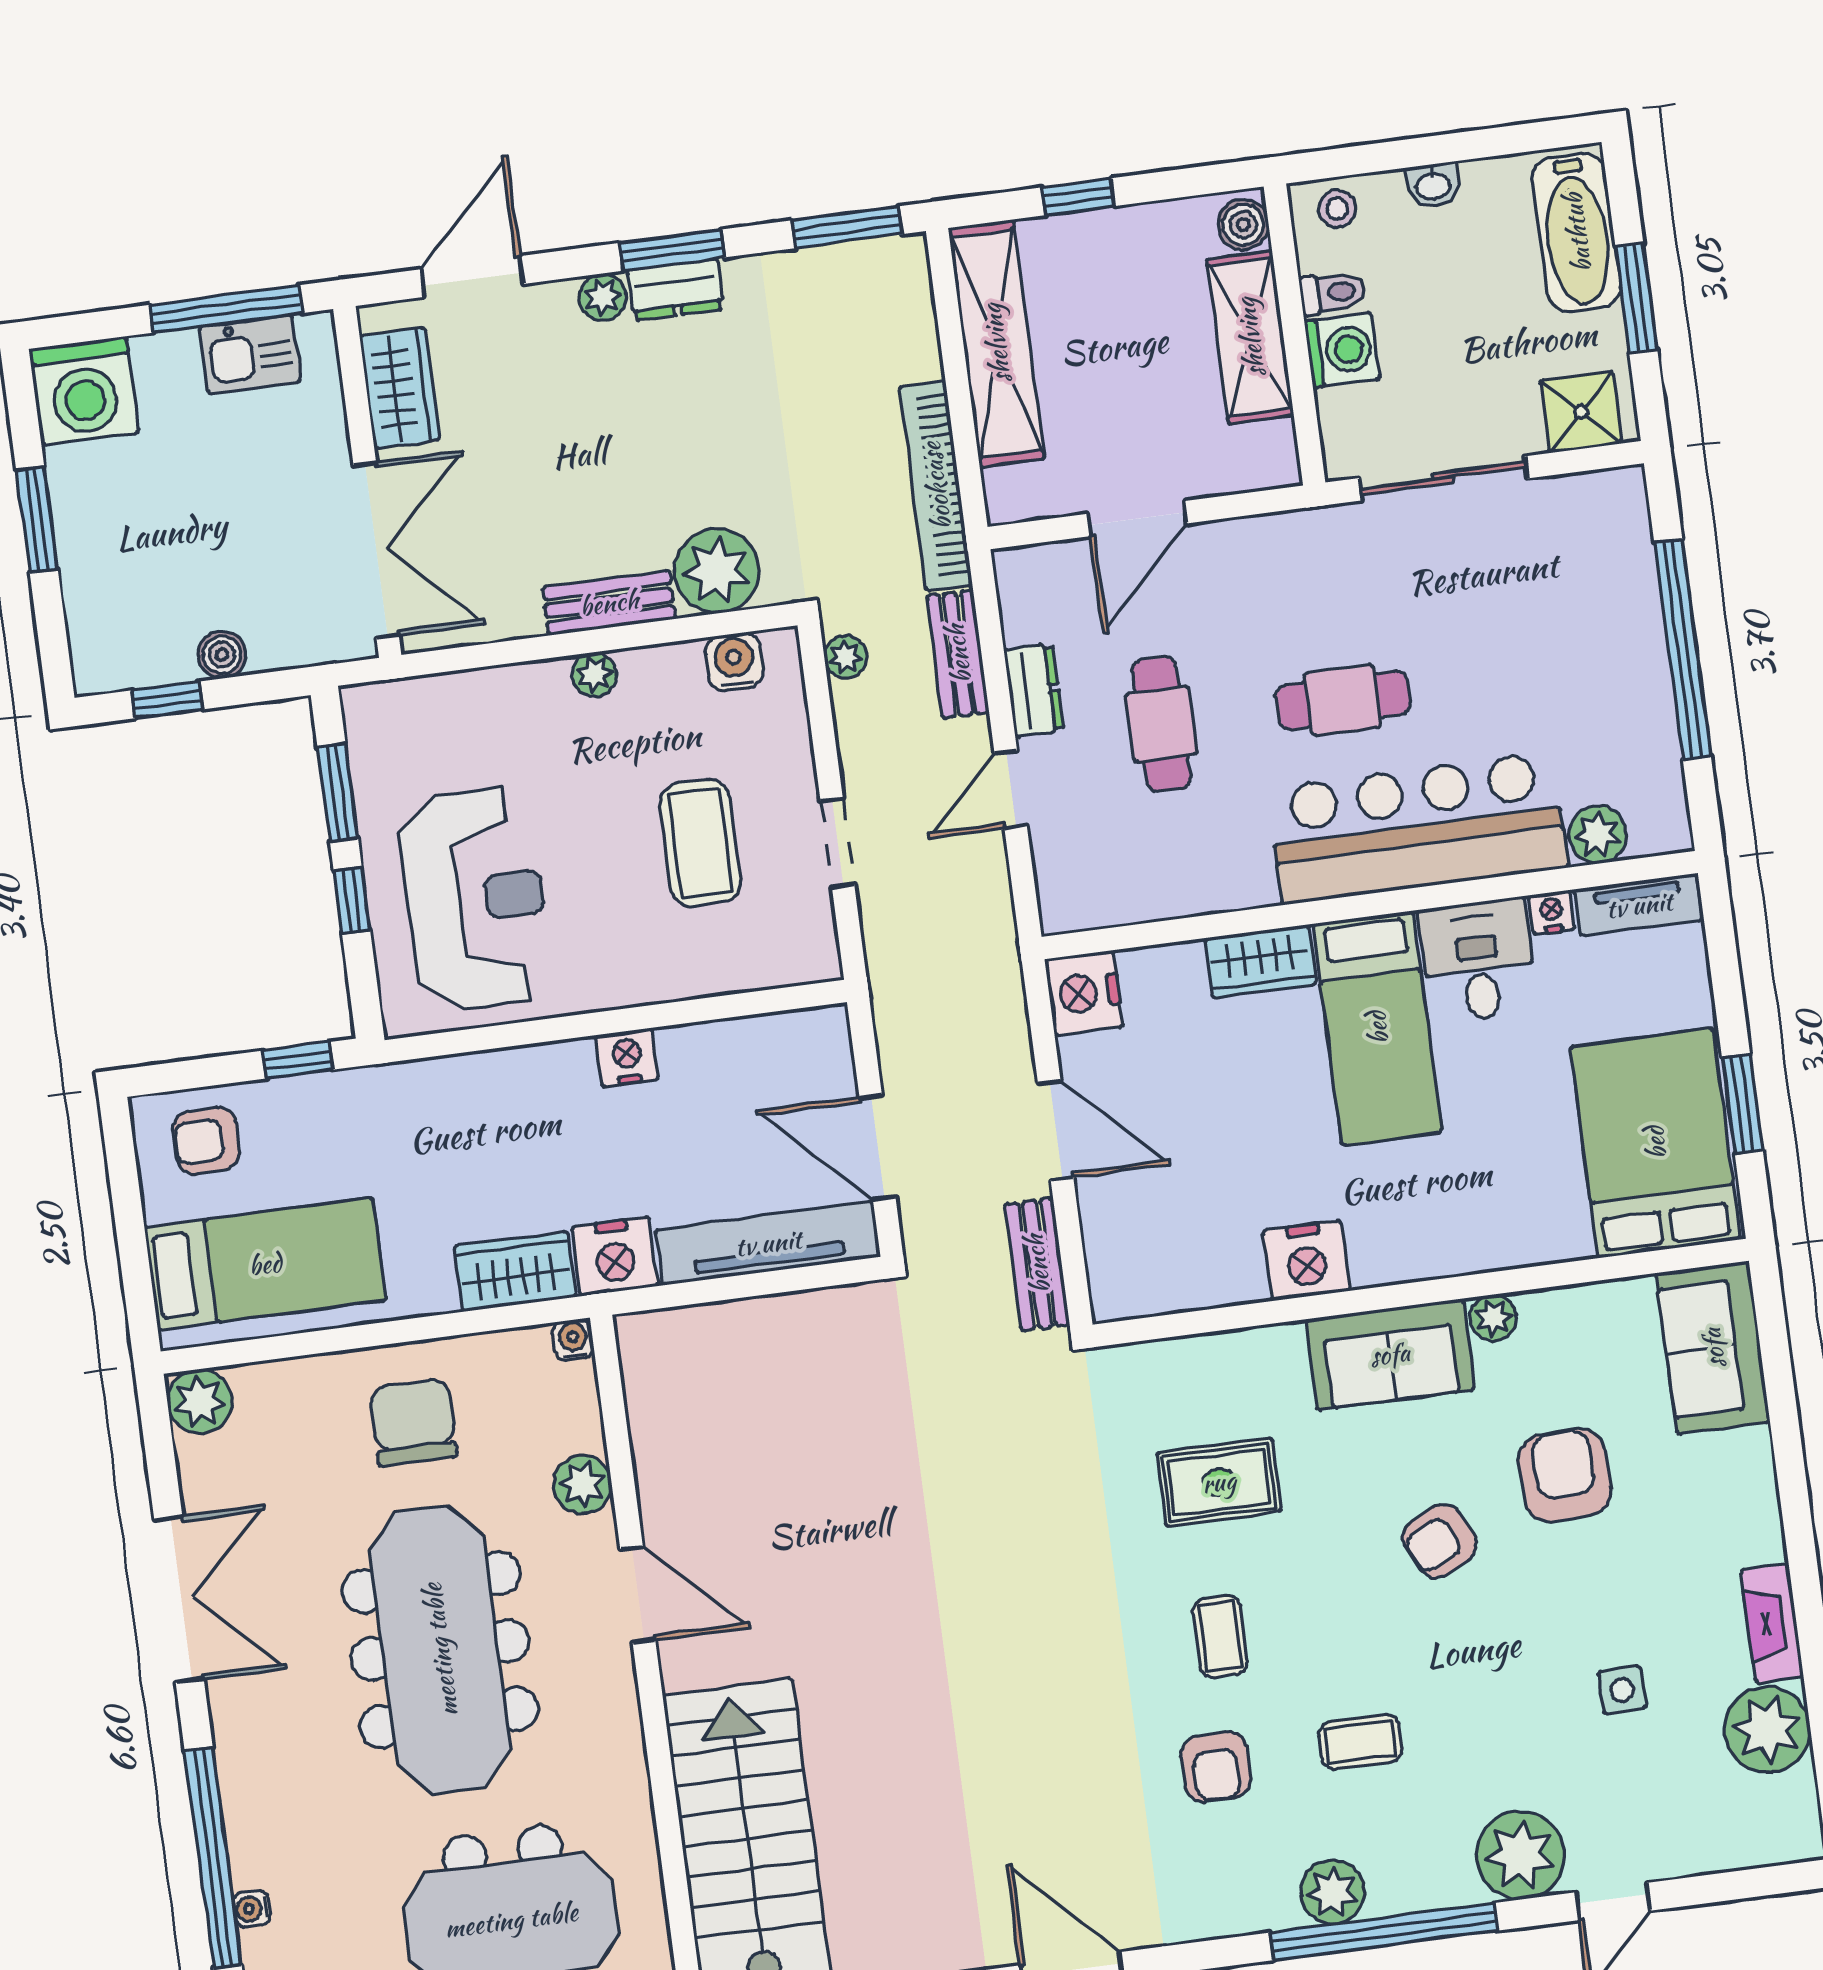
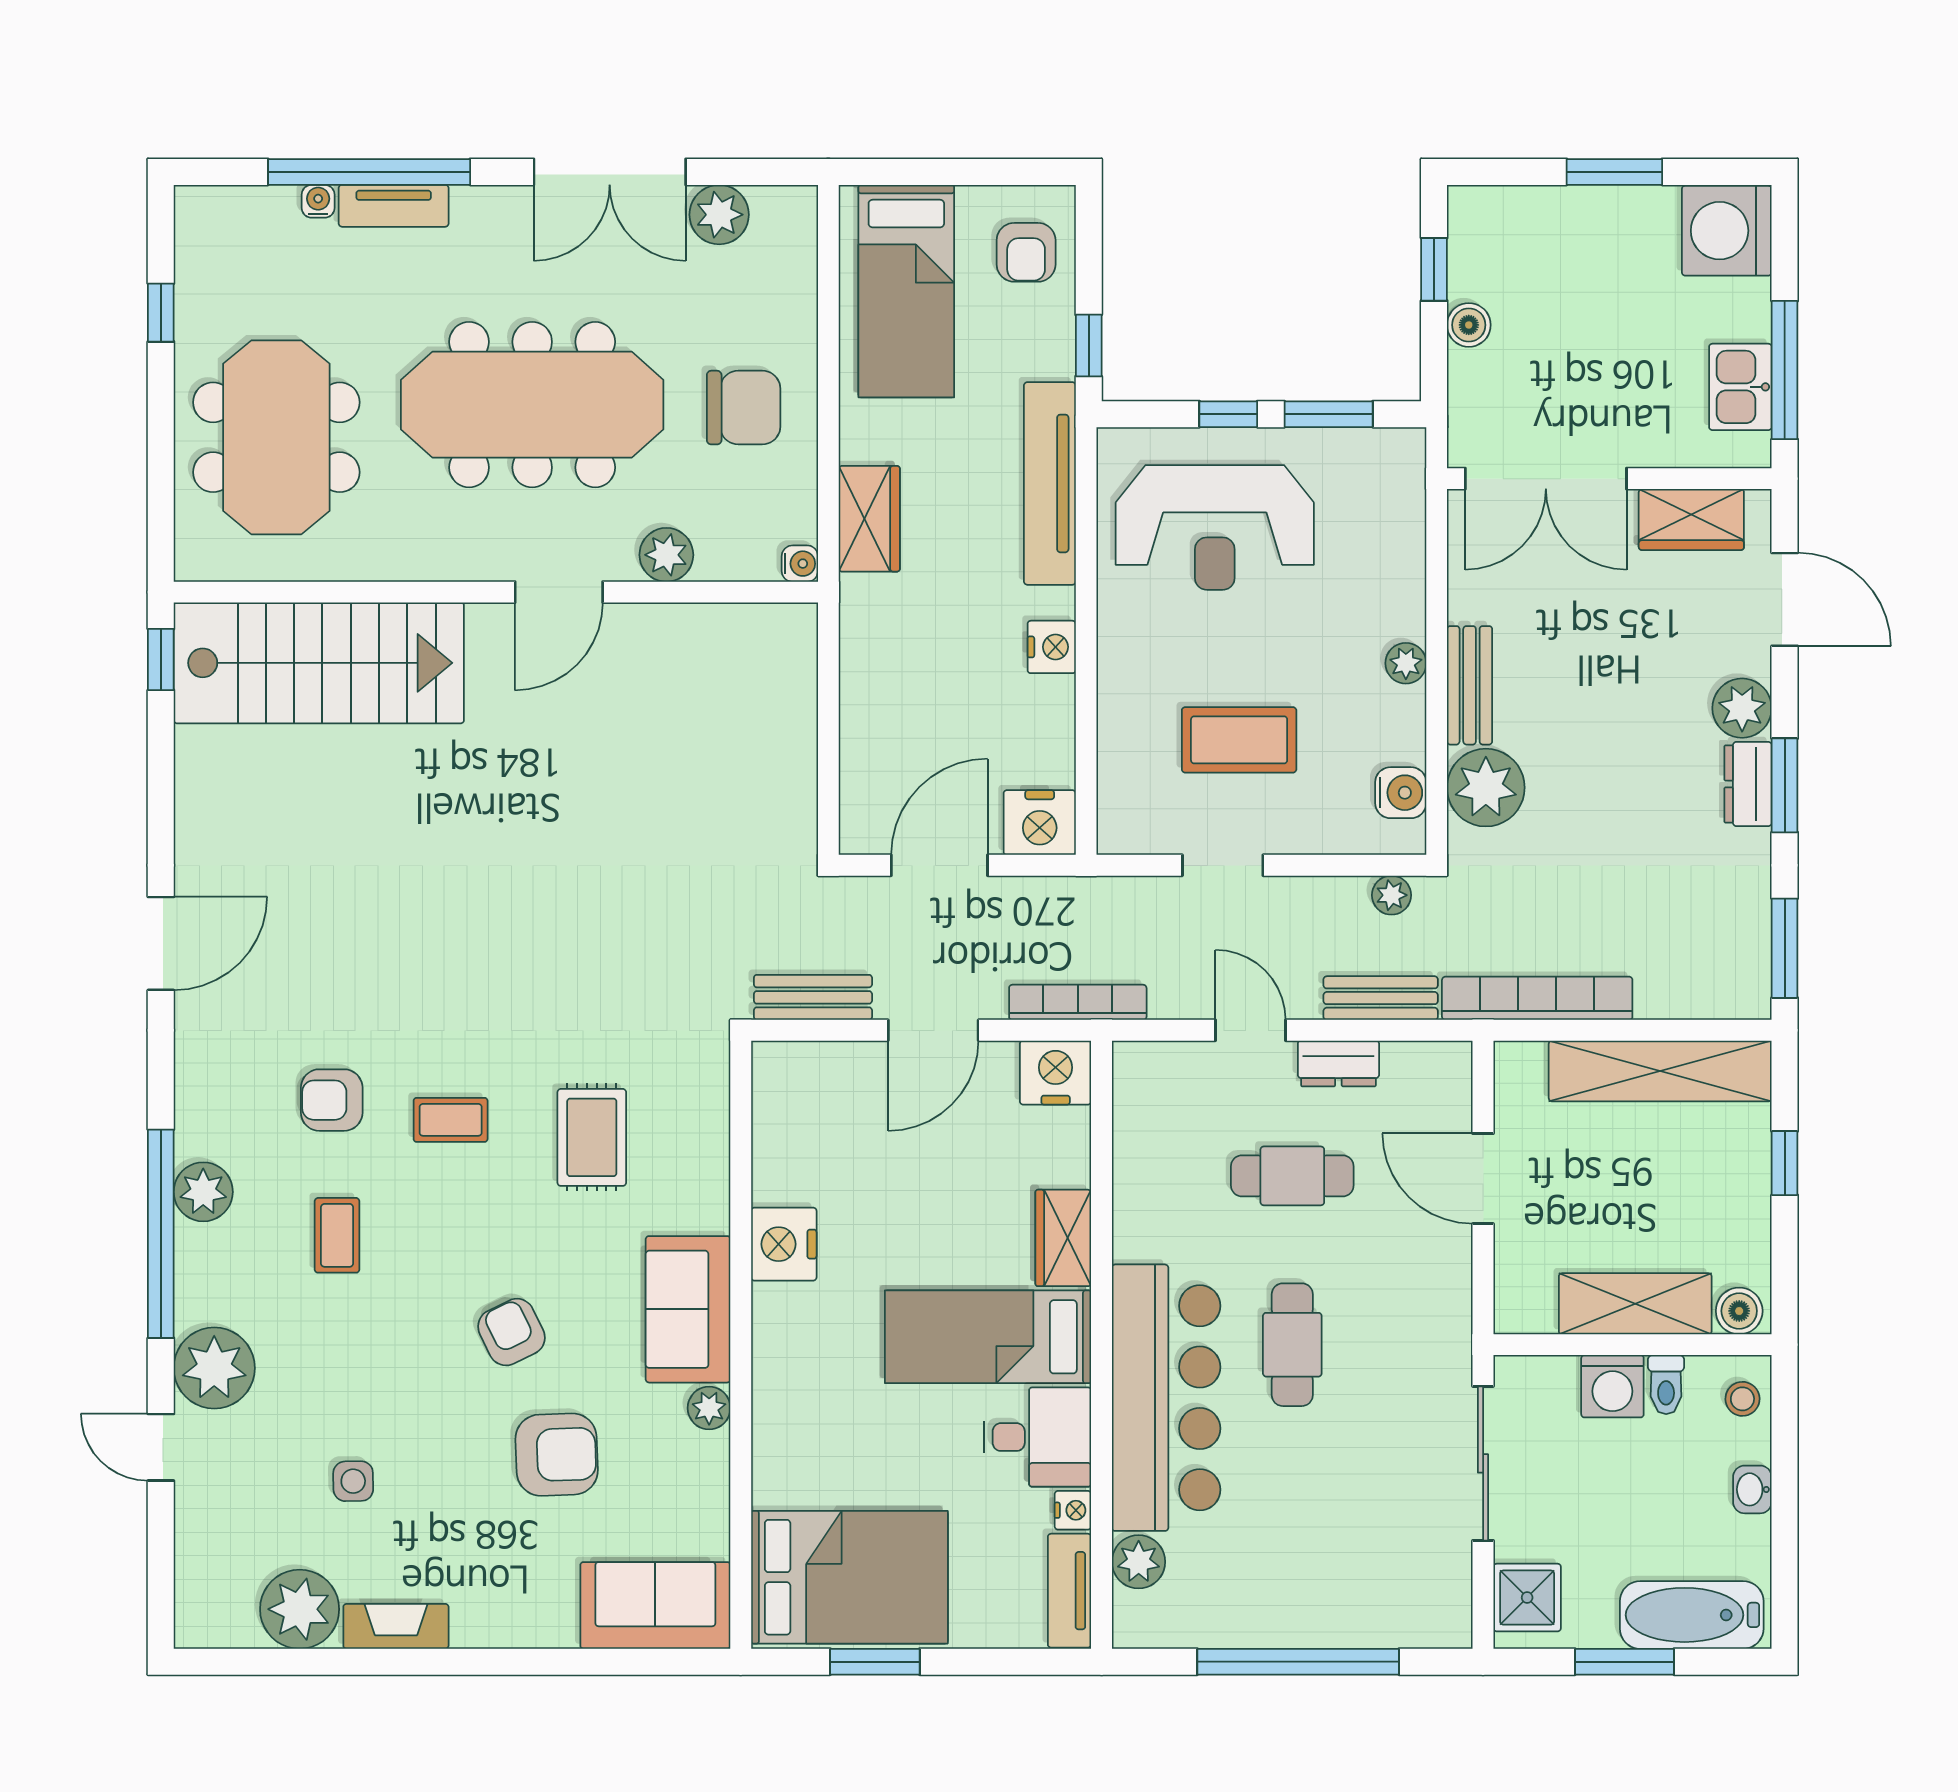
plant: (603, 297) -> (1742, 708), width x1.38, depth x1.38
bookcase: (1005, 979) -> (1078, 1002), added
armchair: (207, 1141) -> (1026, 252), turned 180
tv unit: (768, 1243) -> (1050, 483), moved, turned 180
nightstand: (615, 1256) -> (1040, 823), moved, turned -90
plant: (200, 1402) -> (719, 215), moved
tv unit: (246, 1827) -> (394, 206), added

